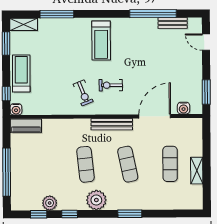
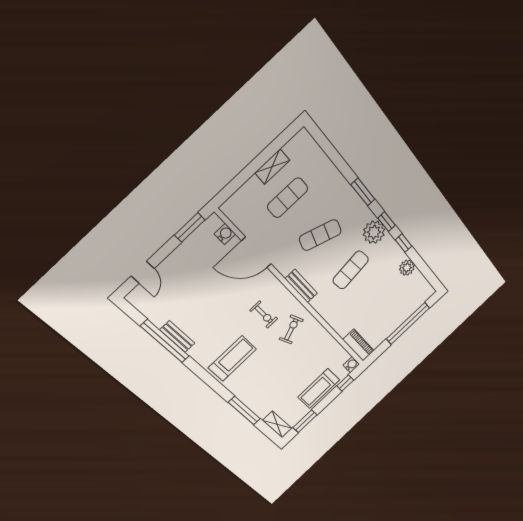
bench: (173, 23) -> (177, 337), moved
bench: (112, 124) -> (301, 286), width x0.73
exercise mat: (128, 164) -> (320, 235), turned 30
window: (39, 214) -> (387, 222), moved

